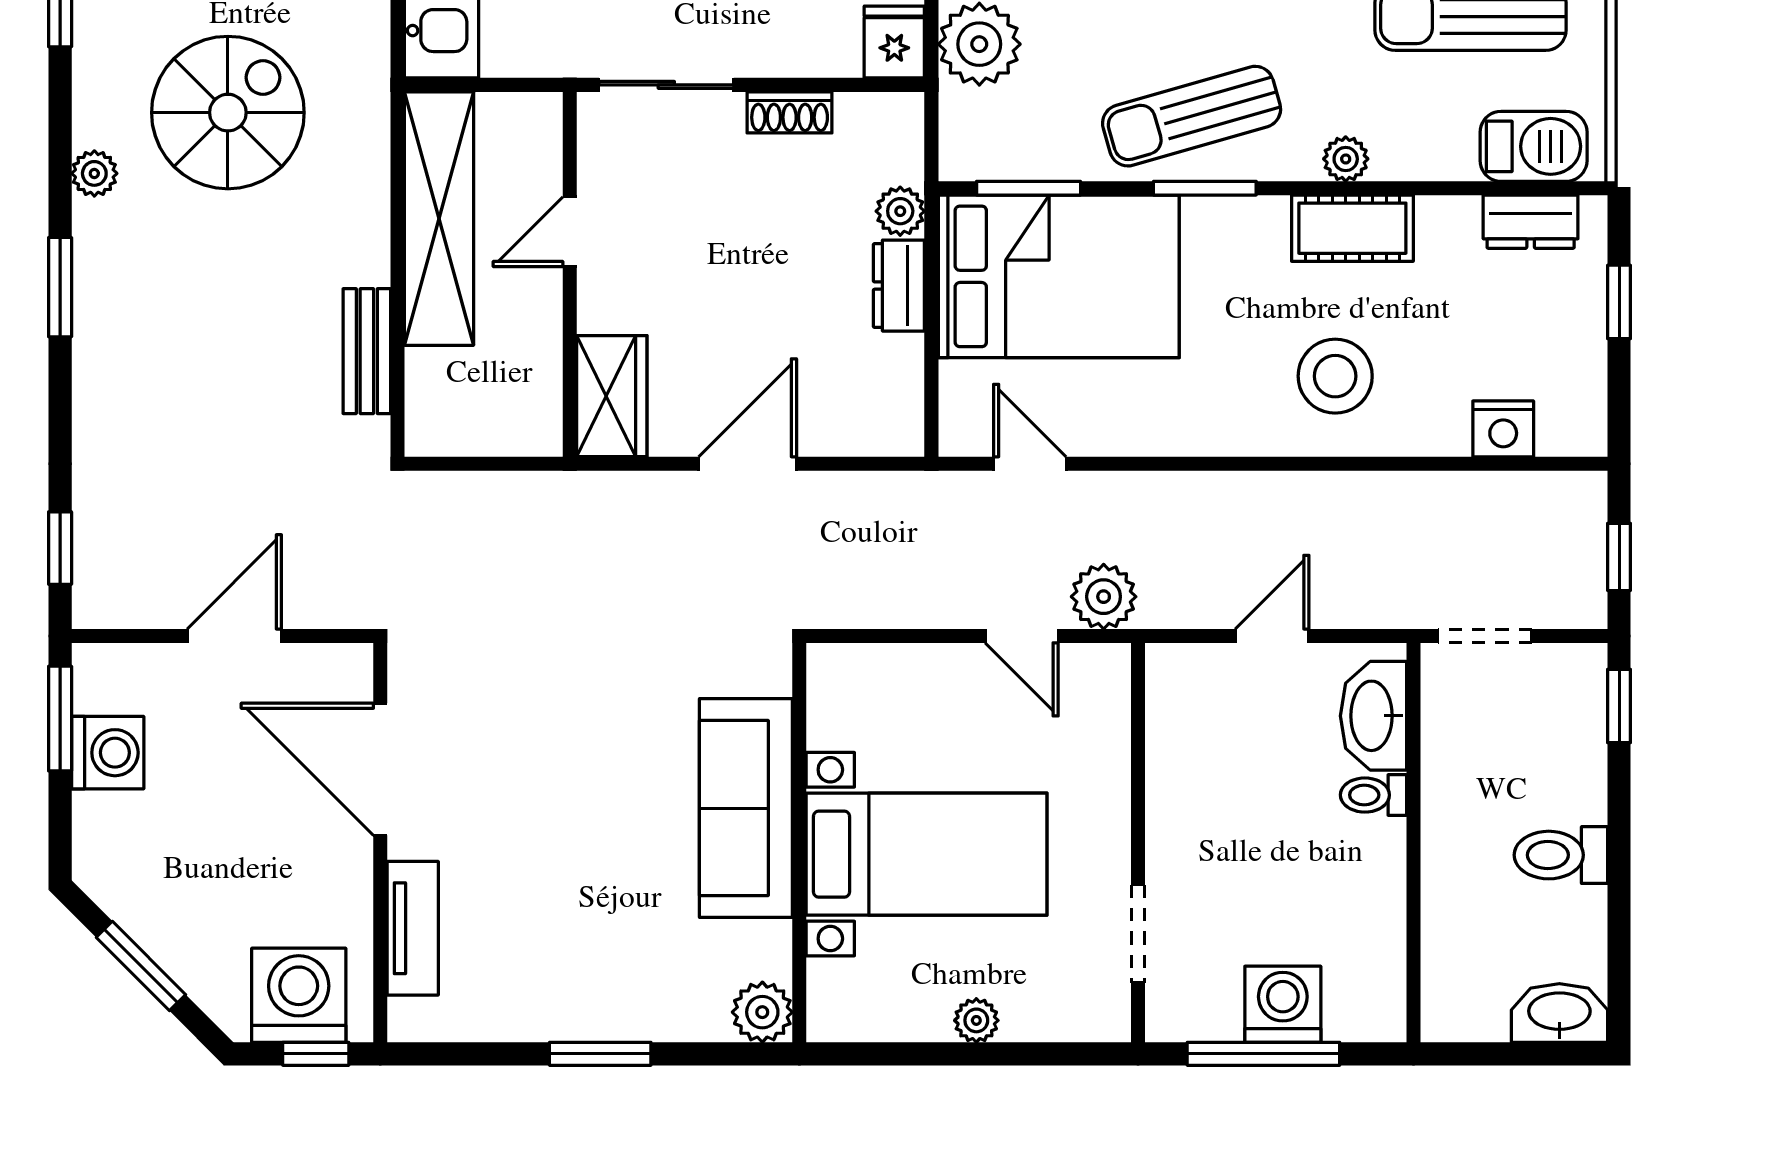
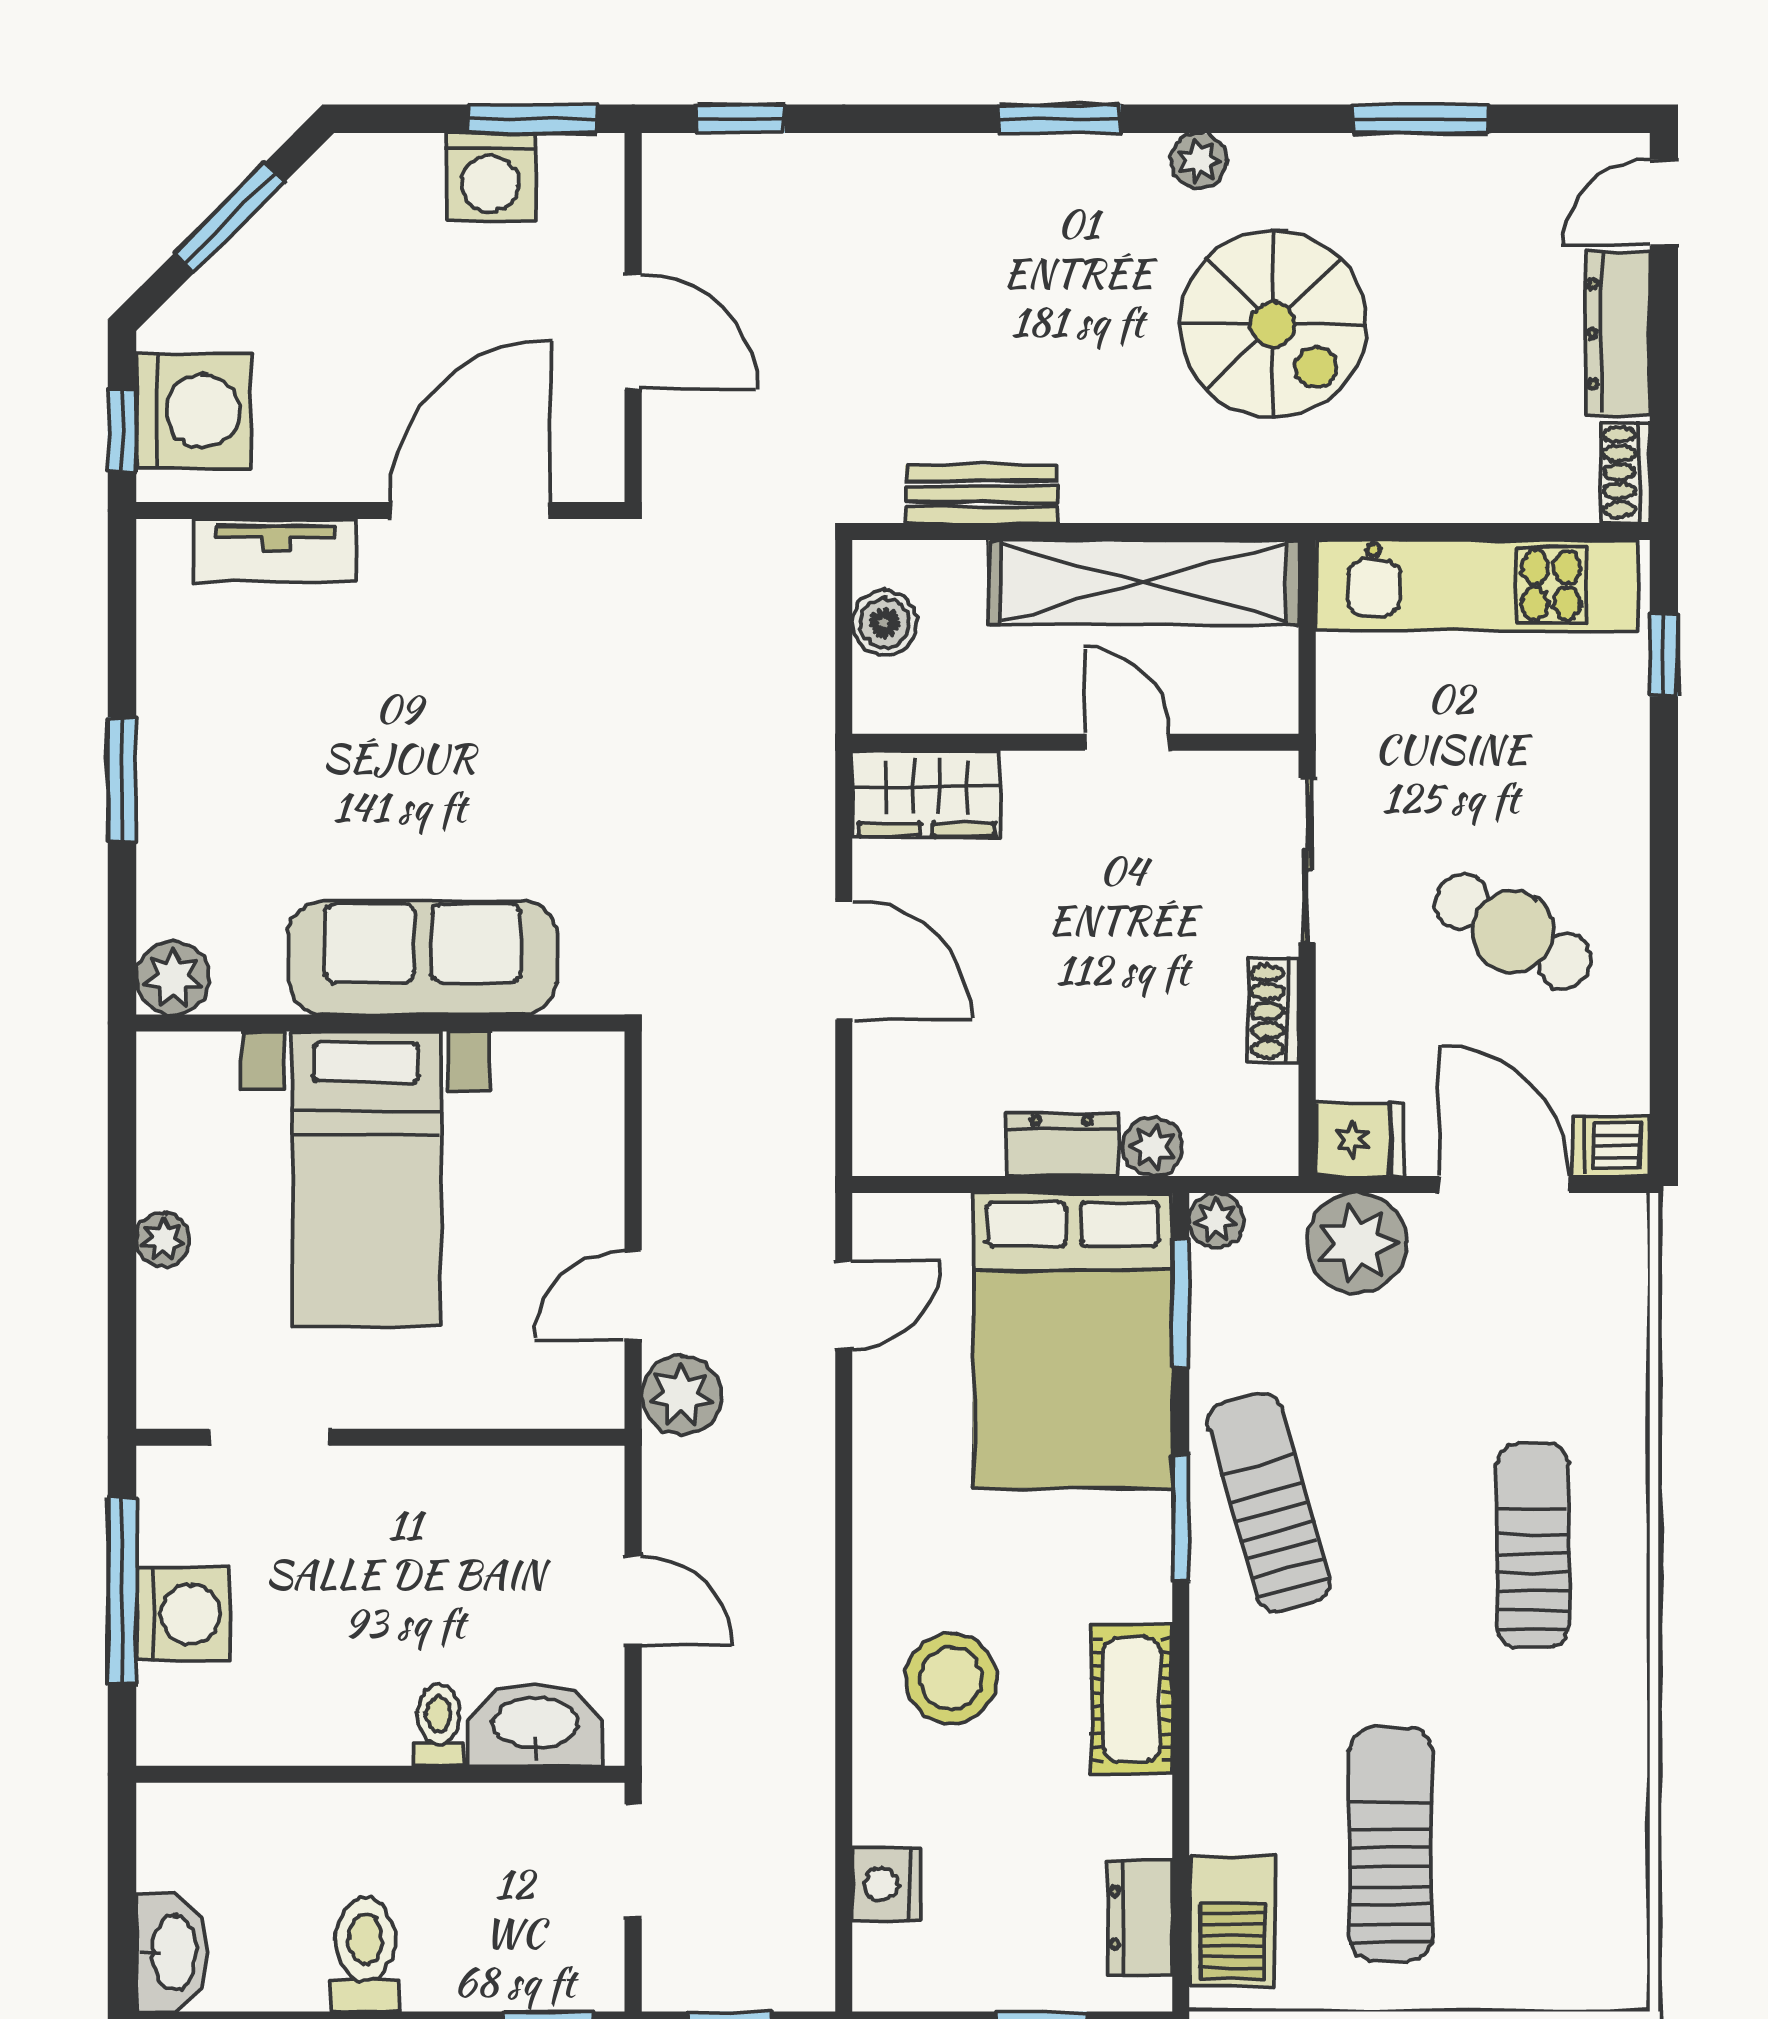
plant: (1346, 159) -> (1217, 1220), moved
boiler: (472, 430) -> (885, 623), added

